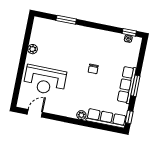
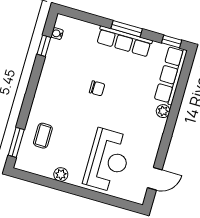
window: (66, 20) -> (16, 142), moved
window: (129, 32) -> (44, 46), moved
coffee table: (58, 35) -> (43, 136), added
door: (35, 113) -> (155, 179), swing flipped

